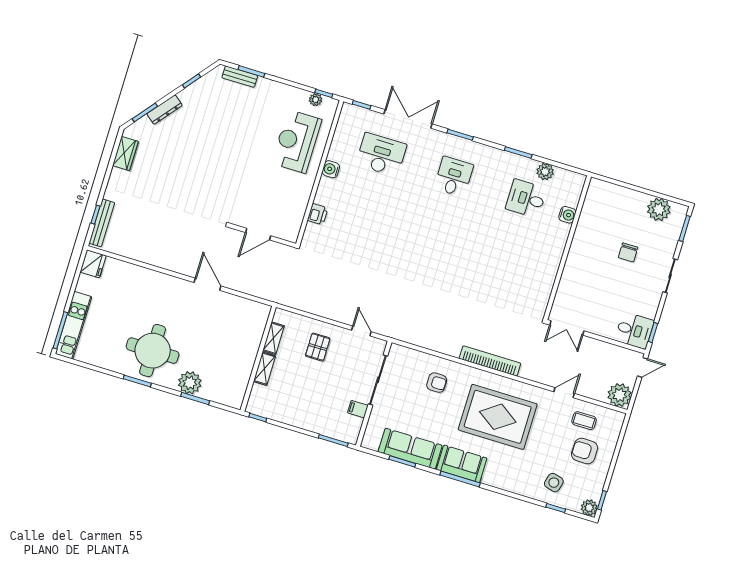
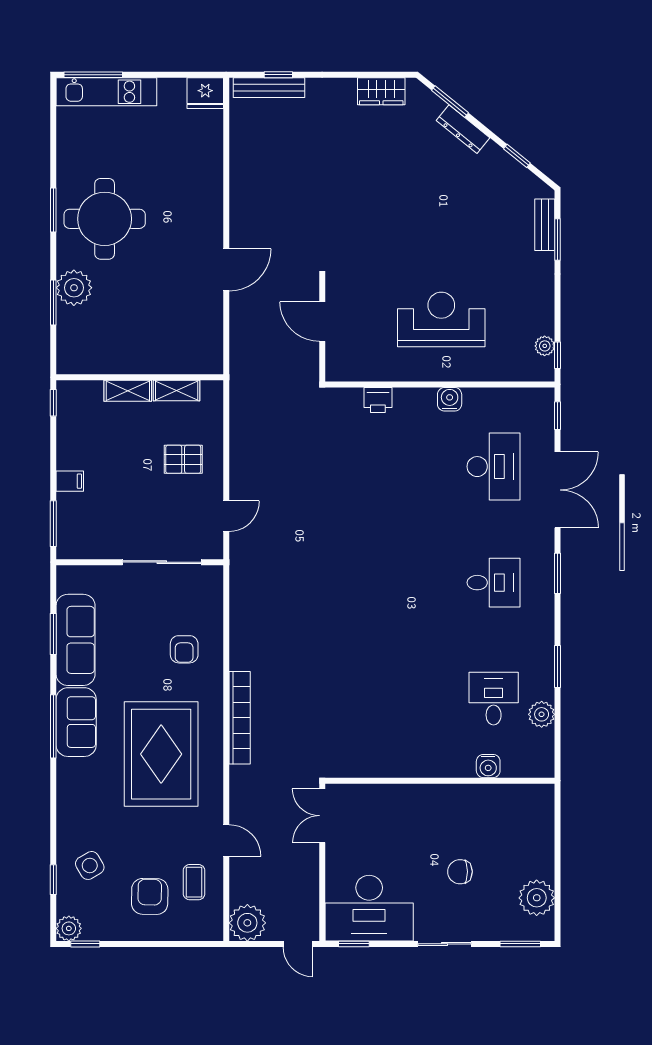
reception desk: (297, 141) -> (441, 320), moved
desk: (634, 330) -> (369, 908), width x1.87, depth x1.30
filing cabinet: (358, 409) -> (70, 481), moved, turned 90
side table: (554, 483) -> (90, 865), turned 45

